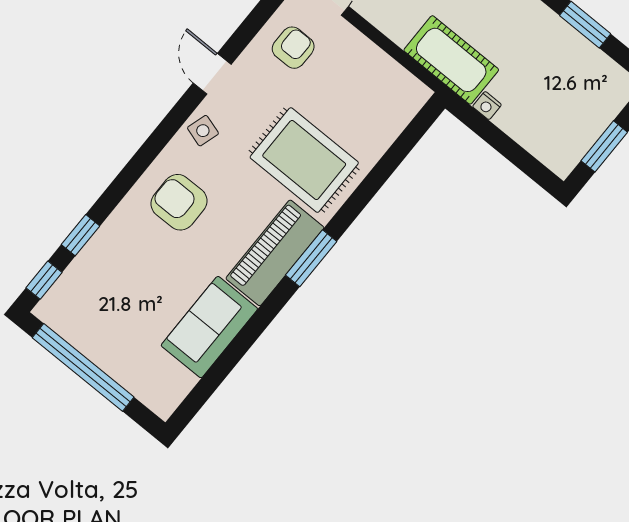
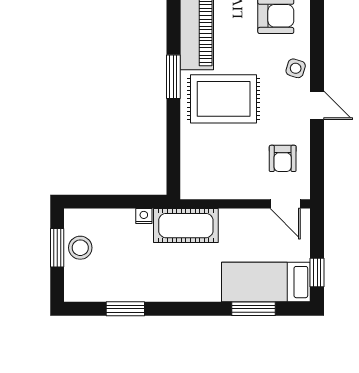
stool: (580, 127) -> (80, 248), added
window: (311, 258) -> (173, 77), moved

